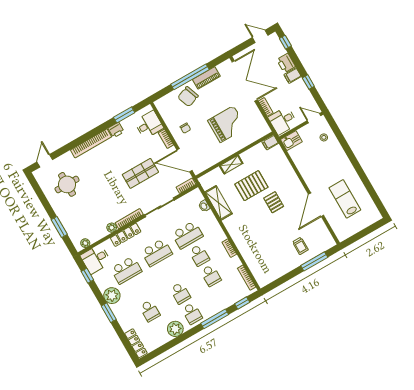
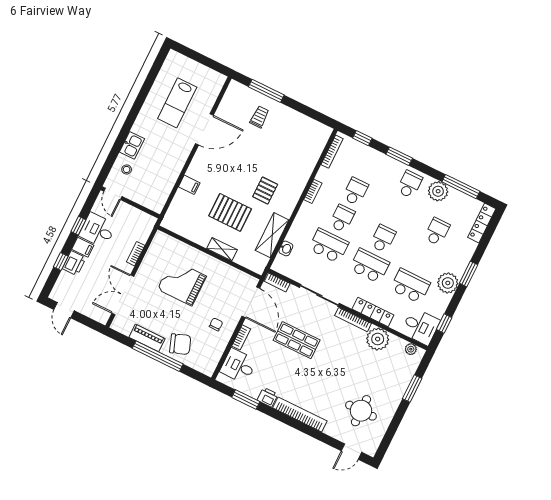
window: (285, 42) -> (61, 261), moved
double door: (245, 81) -> (123, 295), width x0.73
desk: (283, 121) -> (97, 230), moved, turned 180
kitchen sink: (291, 141) -> (132, 145), moved, turned 90
filing cabinet: (270, 142) -> (189, 185), moved
pallet: (274, 202) -> (265, 191), moved
plant: (112, 228) -> (378, 339), width x1.88, depth x1.88
school desk: (180, 293) -> (383, 239), moved
window: (215, 319) -> (399, 156), width x0.69
window: (168, 346) -> (461, 187), added

